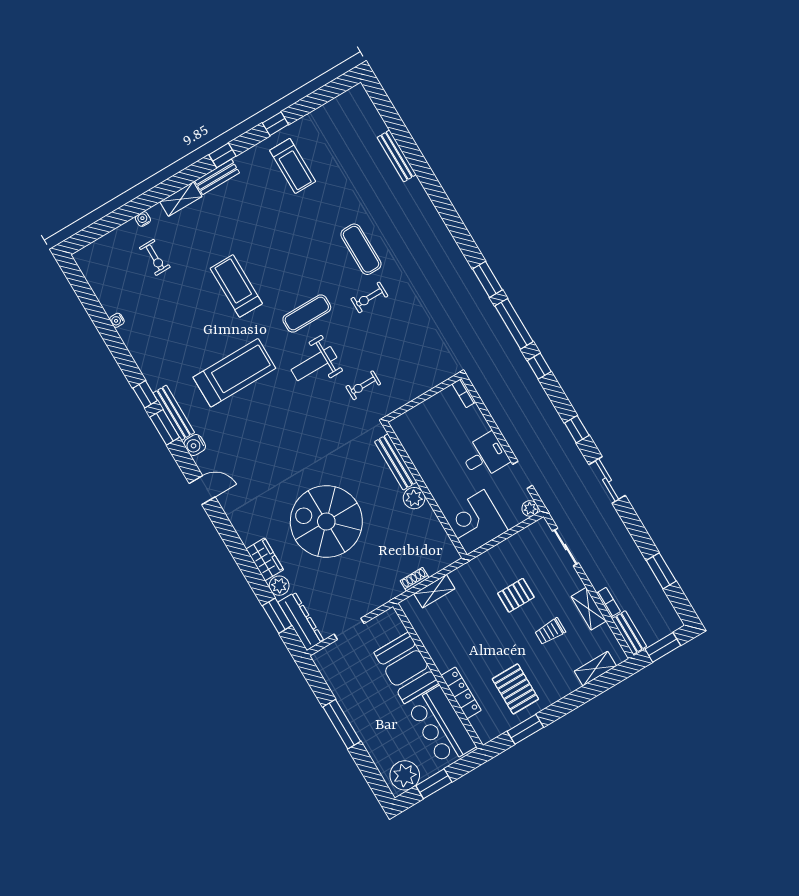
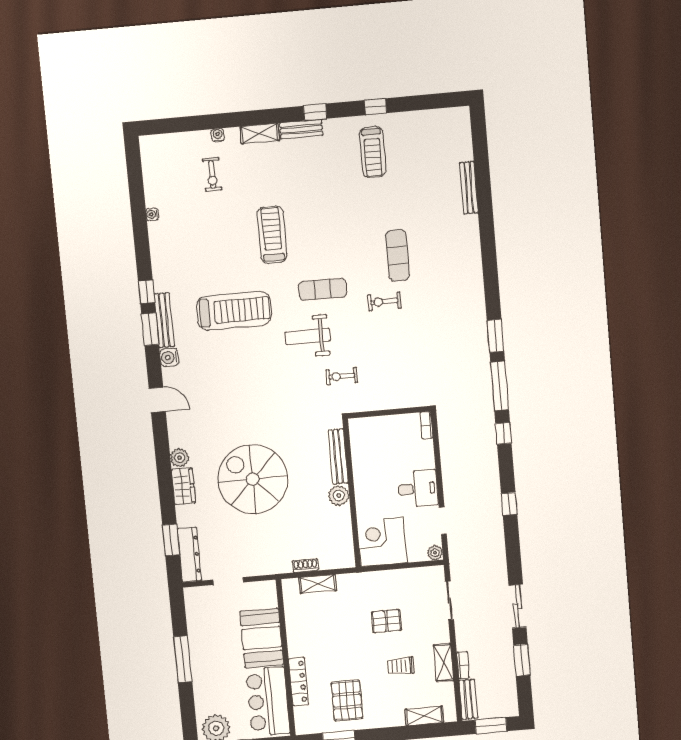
sliding door: (607, 480) -> (517, 606), moved
plant: (279, 586) -> (180, 458), moved

